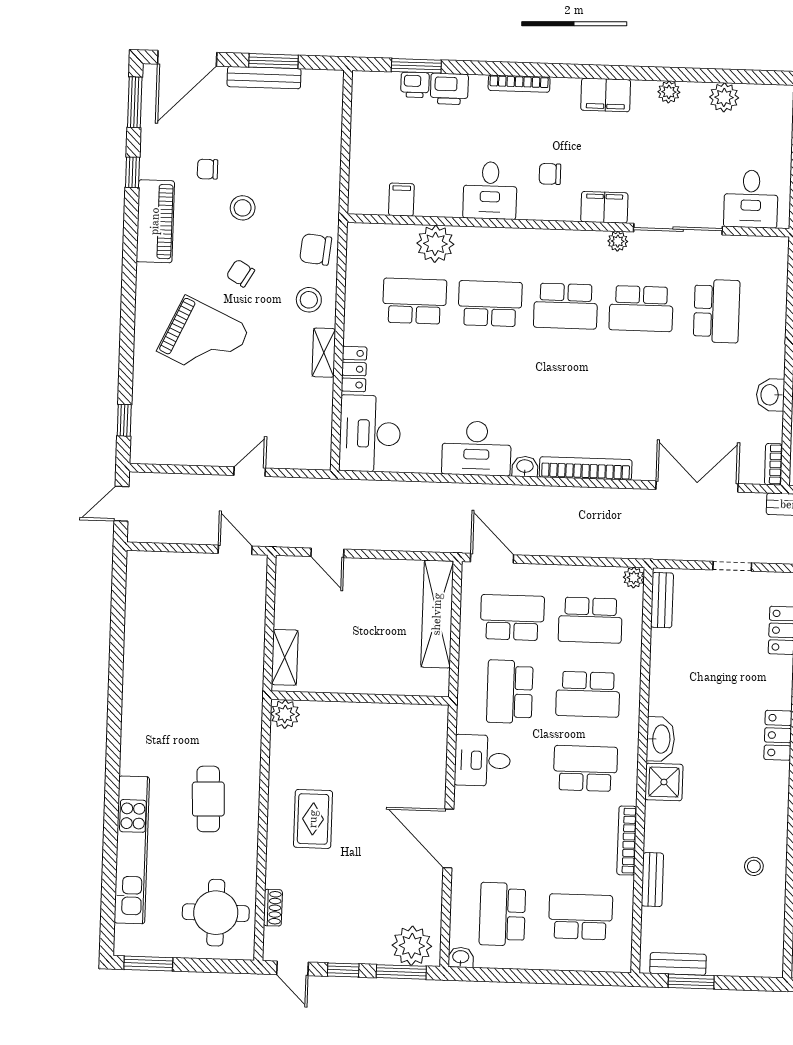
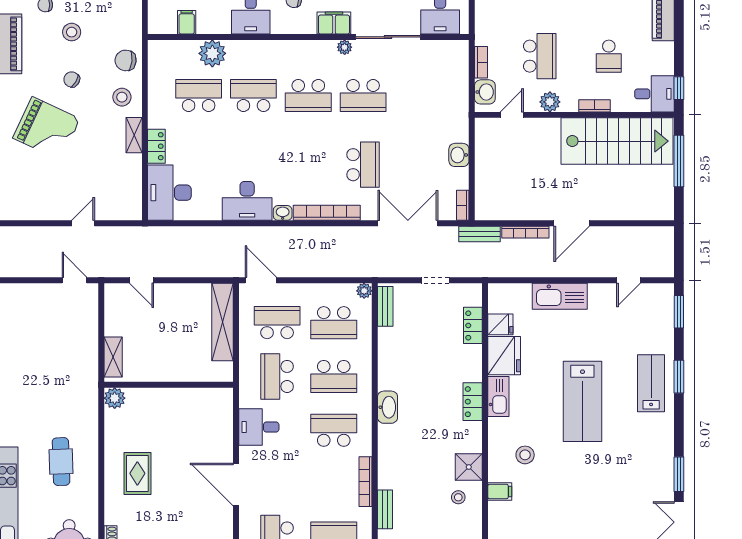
school desk: (717, 311) -> (363, 165), moved
shower: (664, 782) -> (469, 467), moved

